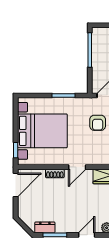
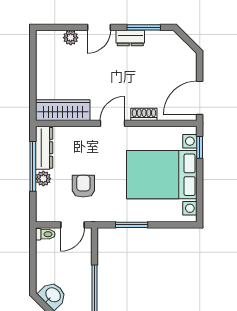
dresser: (45, 227) -> (130, 38), moved

